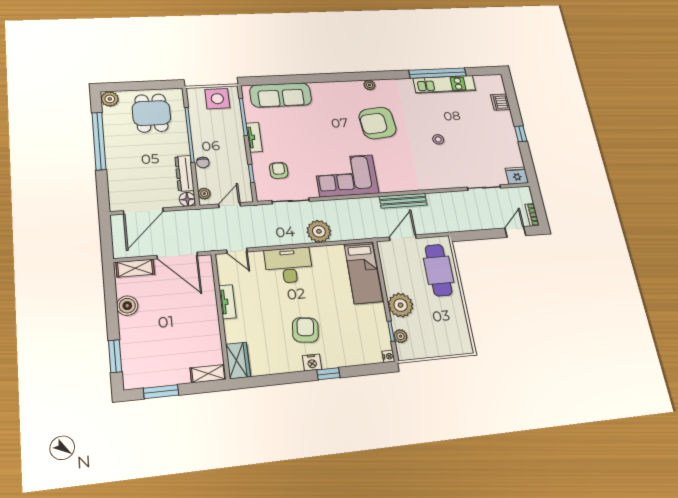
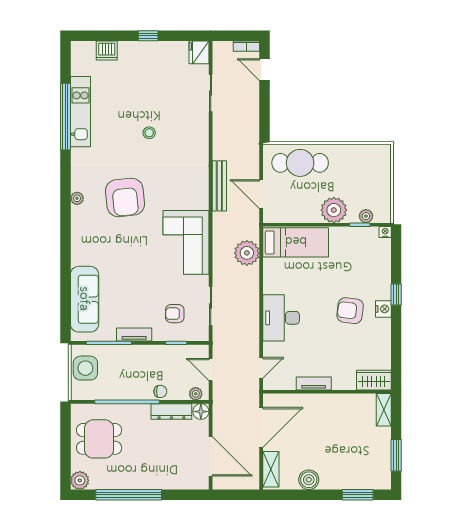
plant: (319, 231) -> (247, 253), moved

